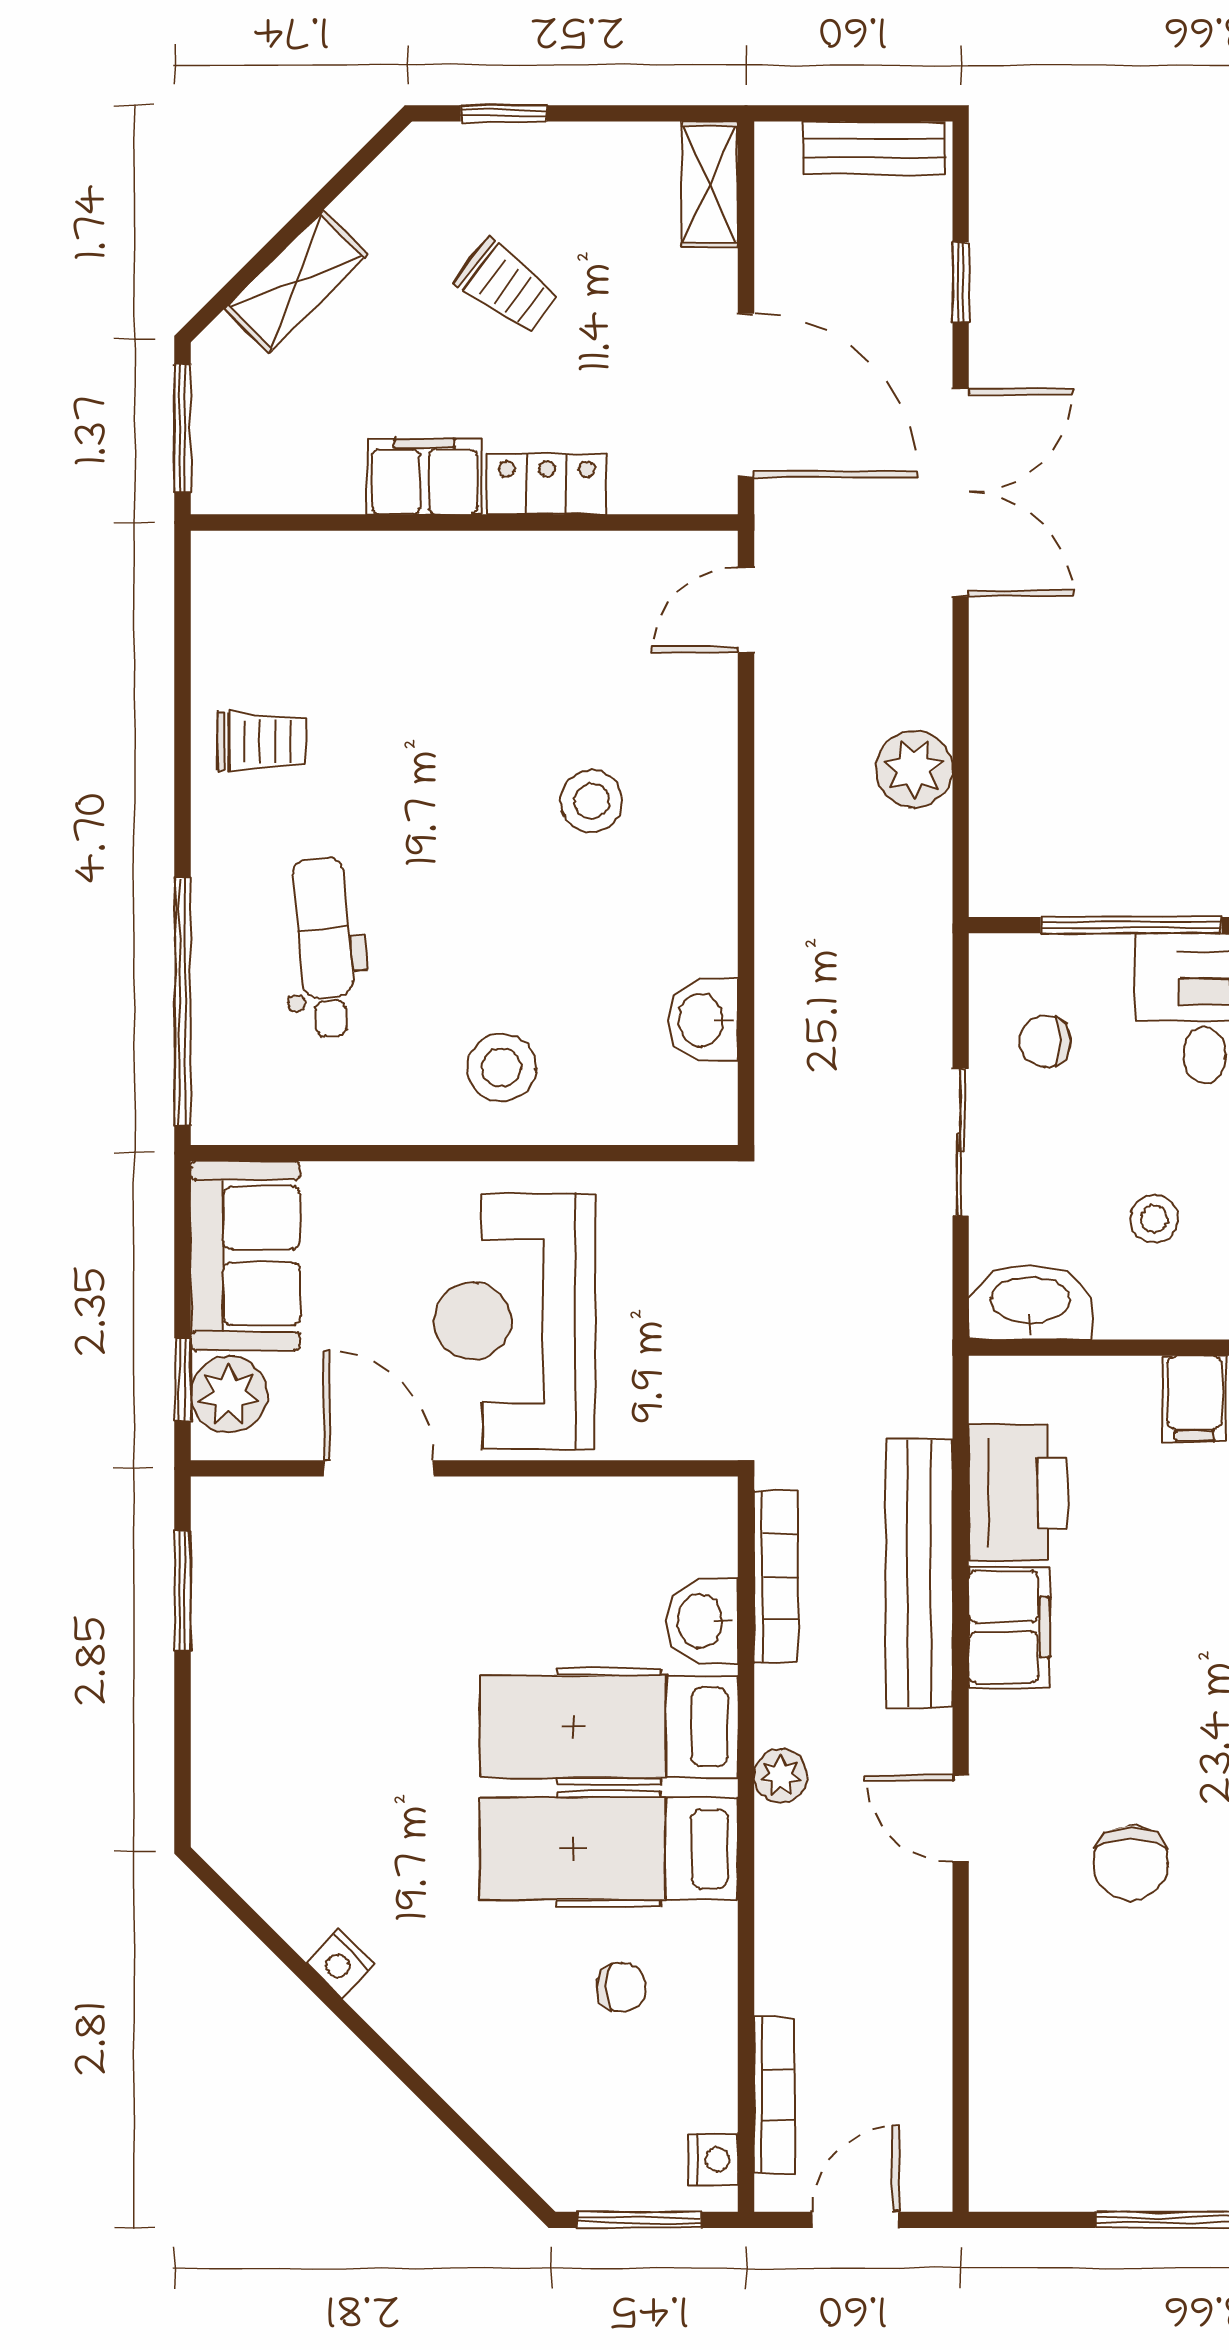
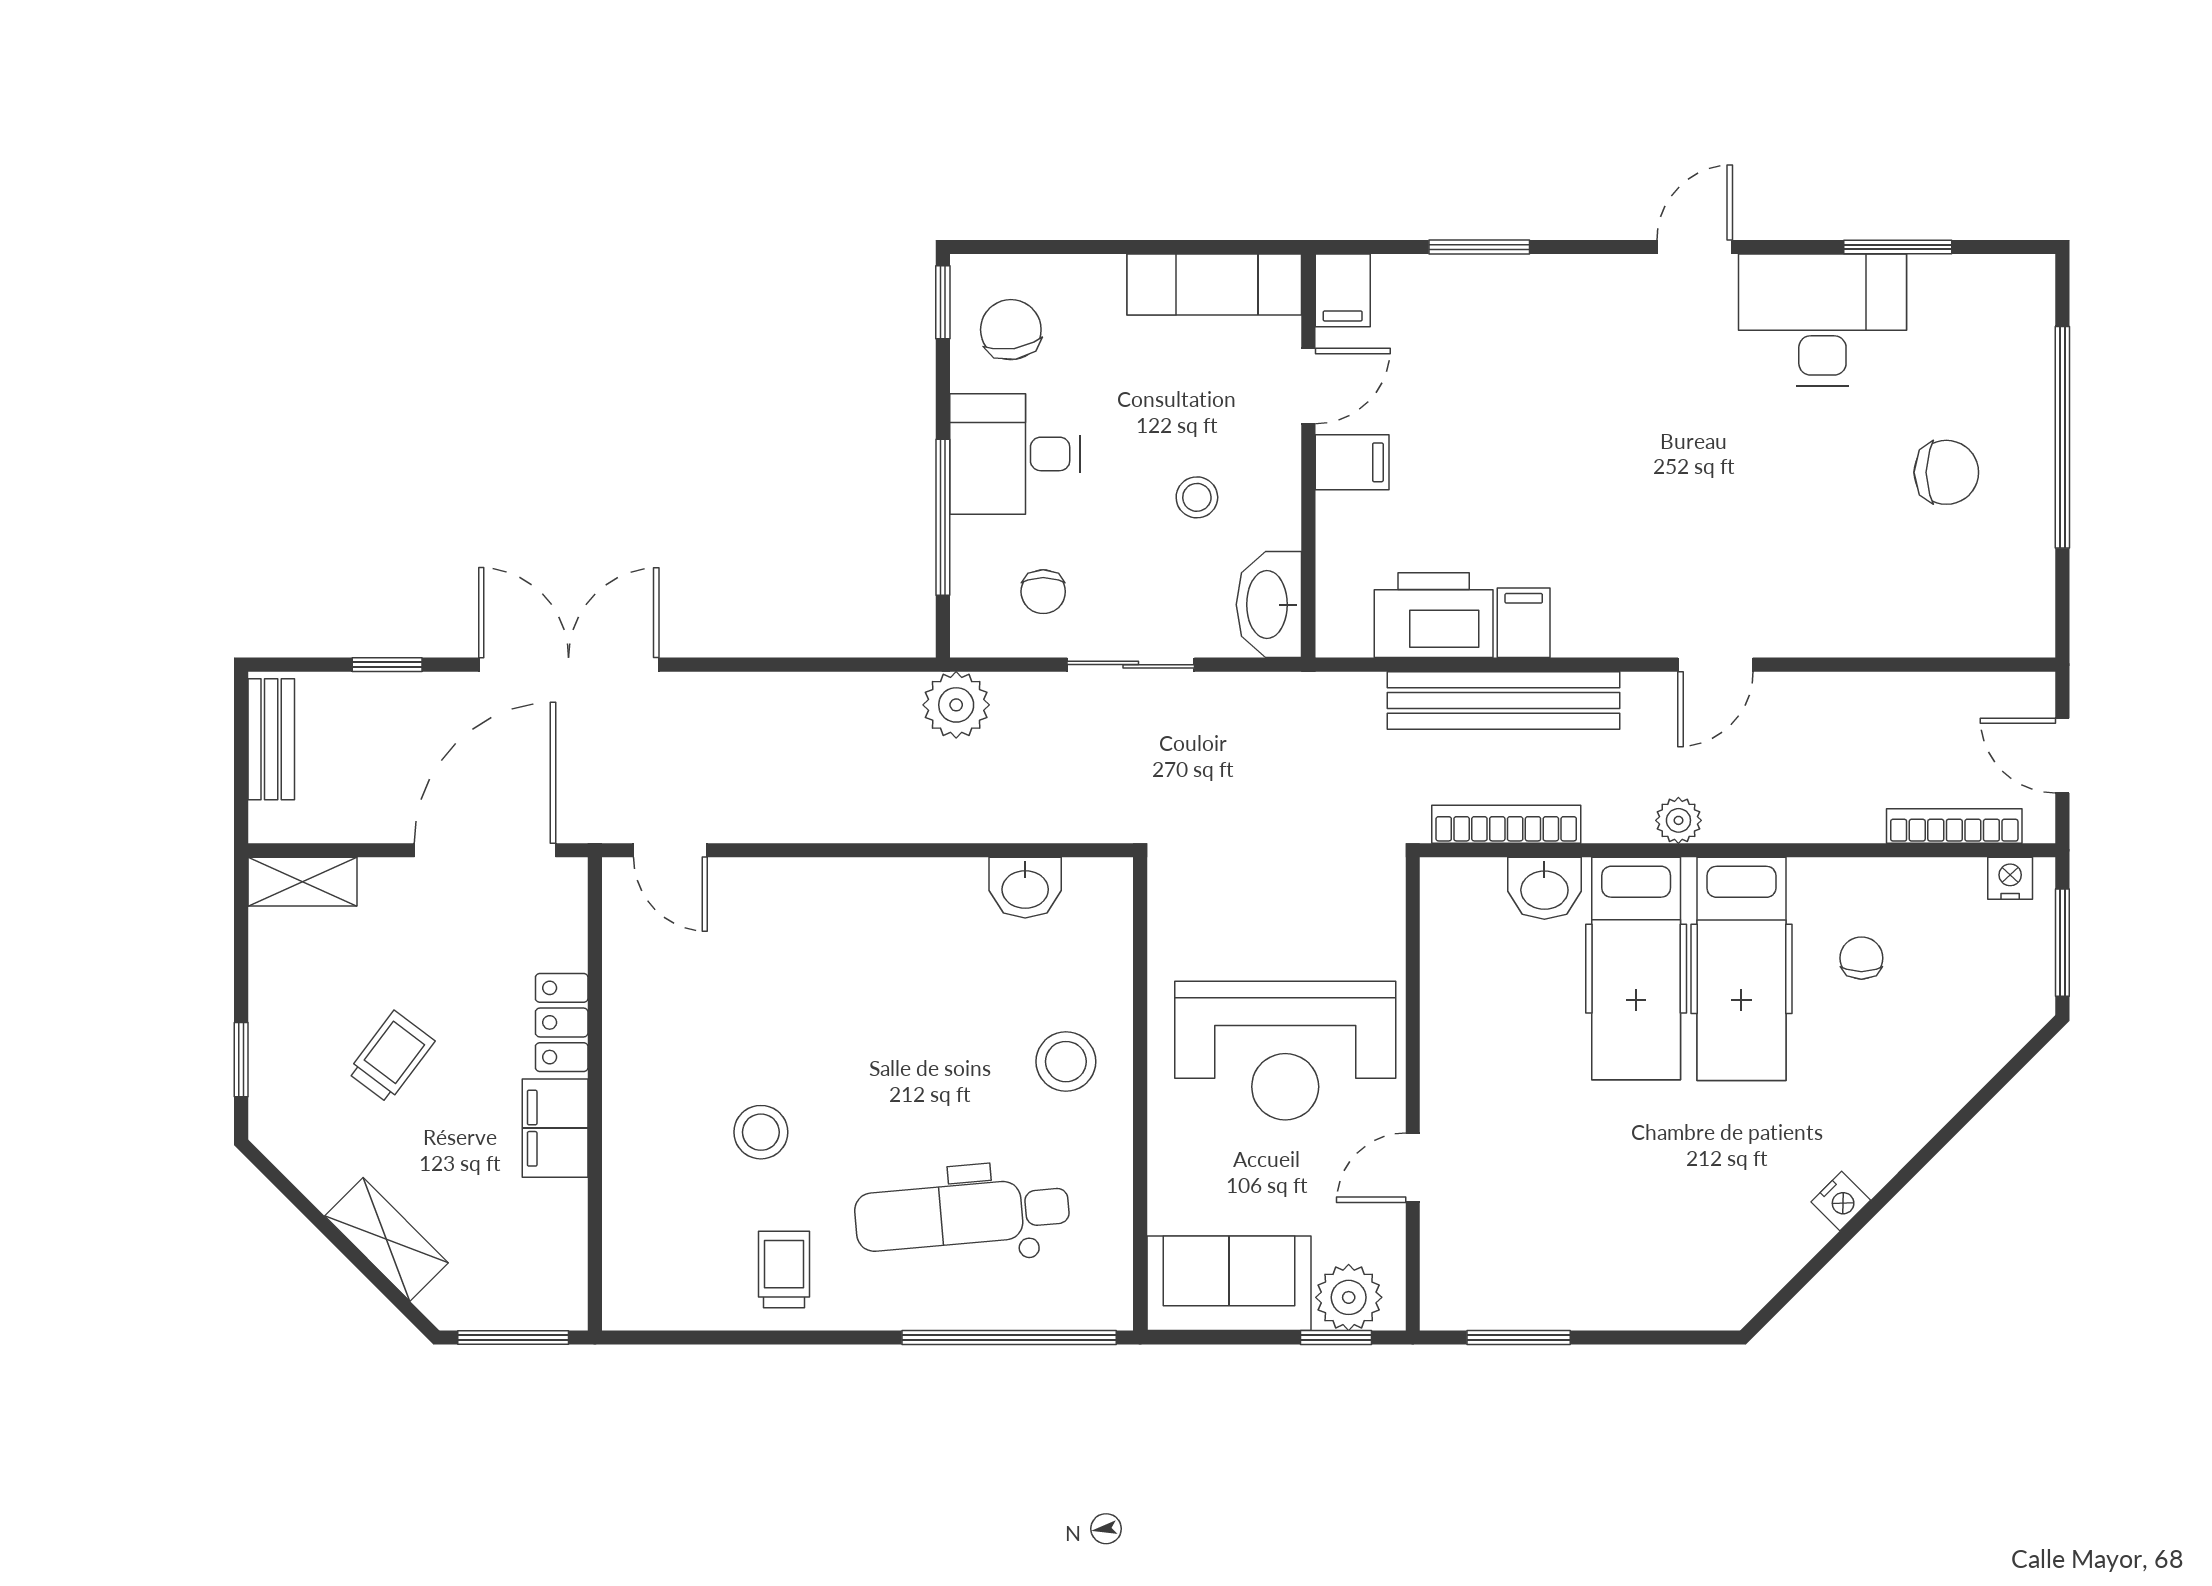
plant: (914, 769) -> (956, 705), moved
stool: (592, 801) -> (761, 1132), moved
dental chair: (325, 947) -> (962, 1214), width x1.36, depth x1.38
door: (379, 1468) -> (1413, 1168), width x0.73
filing cabinet: (1009, 1627) -> (1524, 623), width x0.50
chair: (1131, 1863) -> (1946, 472), moved

